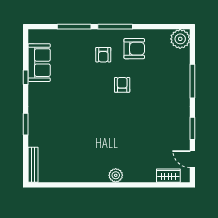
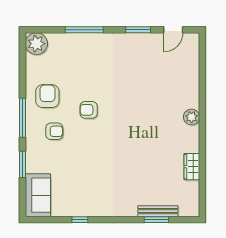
window: (74, 27) -> (22, 164), width x0.69
sofa: (39, 63) -> (38, 195), moved, turned 90
window: (26, 124) -> (156, 220), moved
bench: (33, 165) -> (158, 211), moved
wardrobe: (168, 176) -> (192, 167), moved

